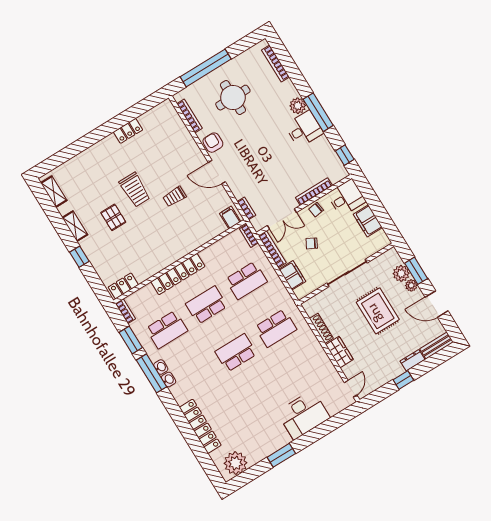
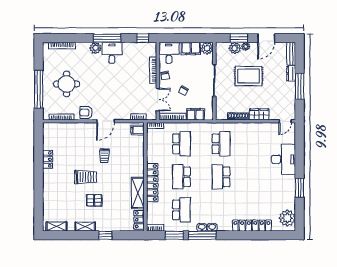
plant: (380, 240) -> (207, 48), added
shelving: (155, 265) -> (138, 193), added
window: (403, 380) -> (300, 86), width x2.17
door: (351, 389) -> (285, 121), swing flipped

